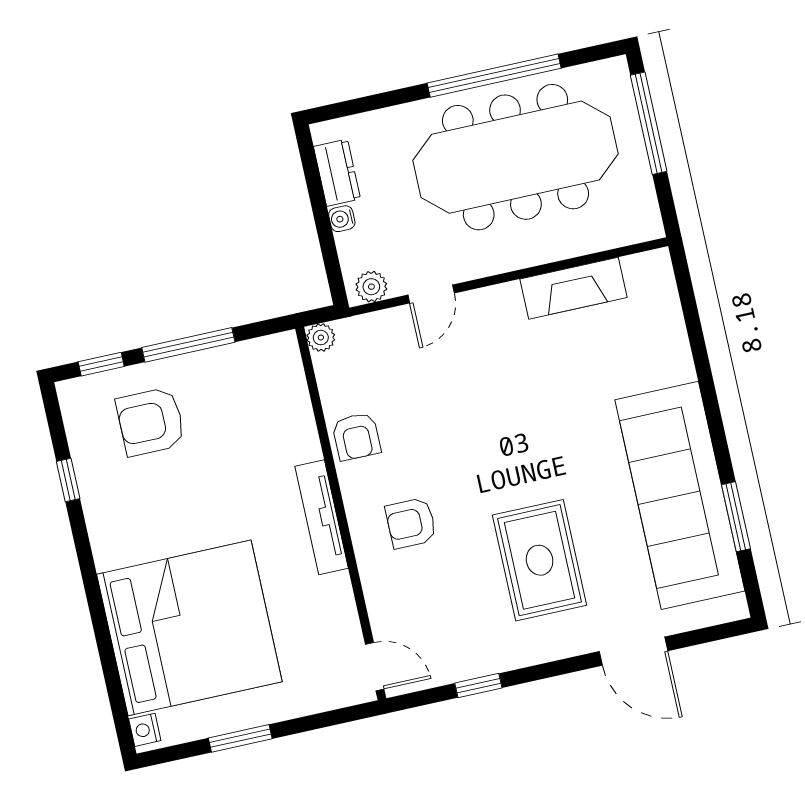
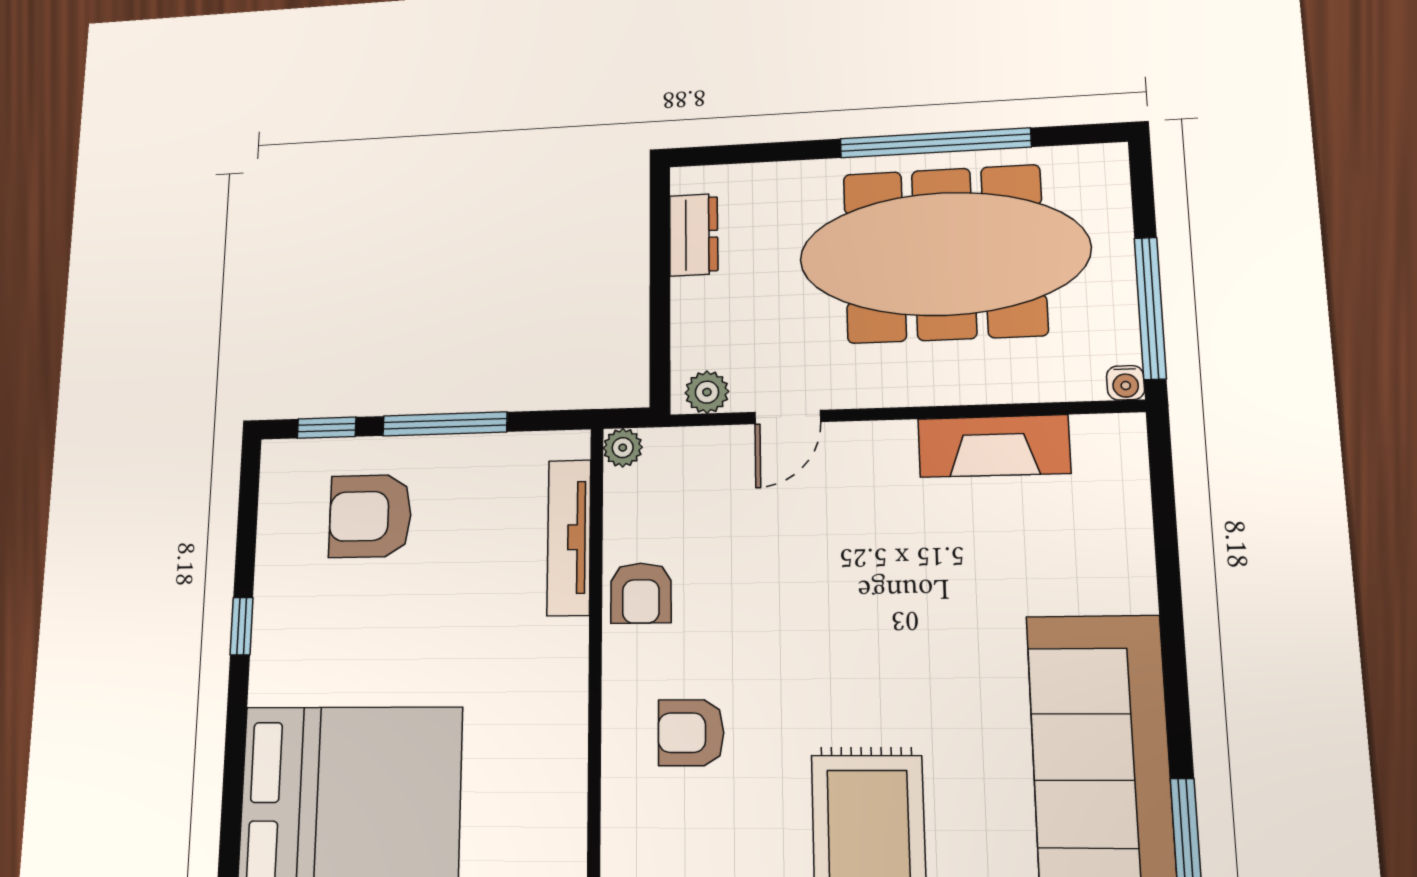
window: (649, 123) -> (1150, 308), moved
water cooler: (342, 219) -> (1126, 383), moved, turned -90
window: (68, 480) -> (242, 626), moved
tv unit: (322, 517) -> (569, 537), moved

